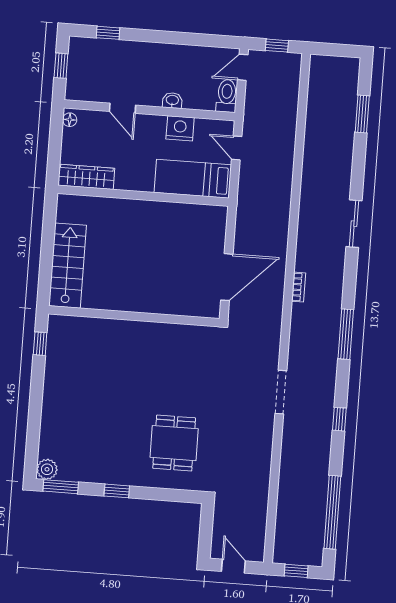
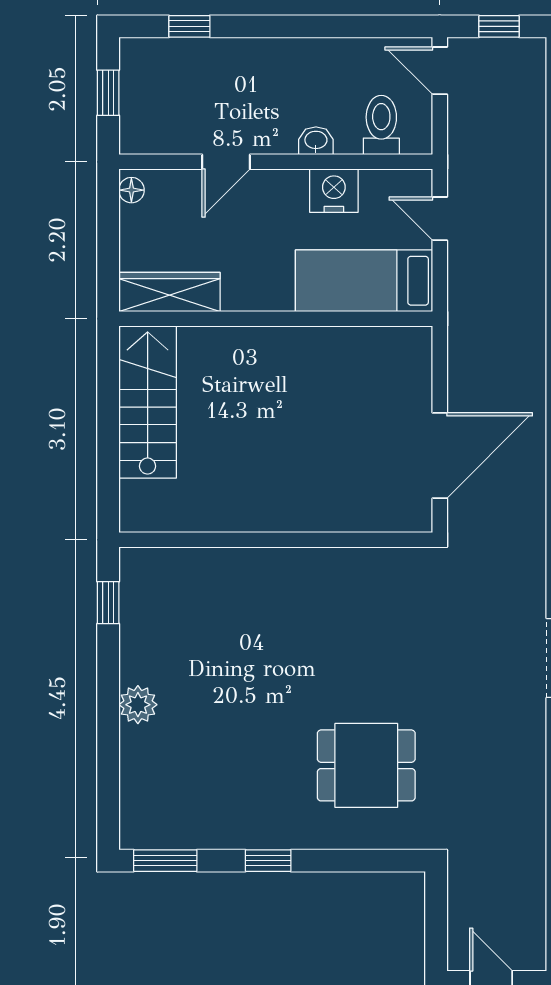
door: (243, 67) -> (440, 71), hinge flipped
toilet: (227, 96) -> (381, 125), moved
door: (122, 108) -> (226, 162), hinge flipped
stairs: (68, 266) -> (148, 402), moved
dining table: (174, 443) -> (366, 765), turned 90
plant: (47, 469) -> (138, 705), moved

